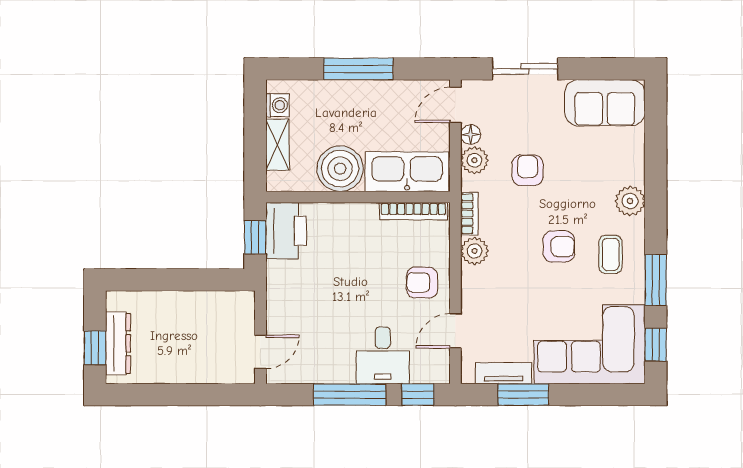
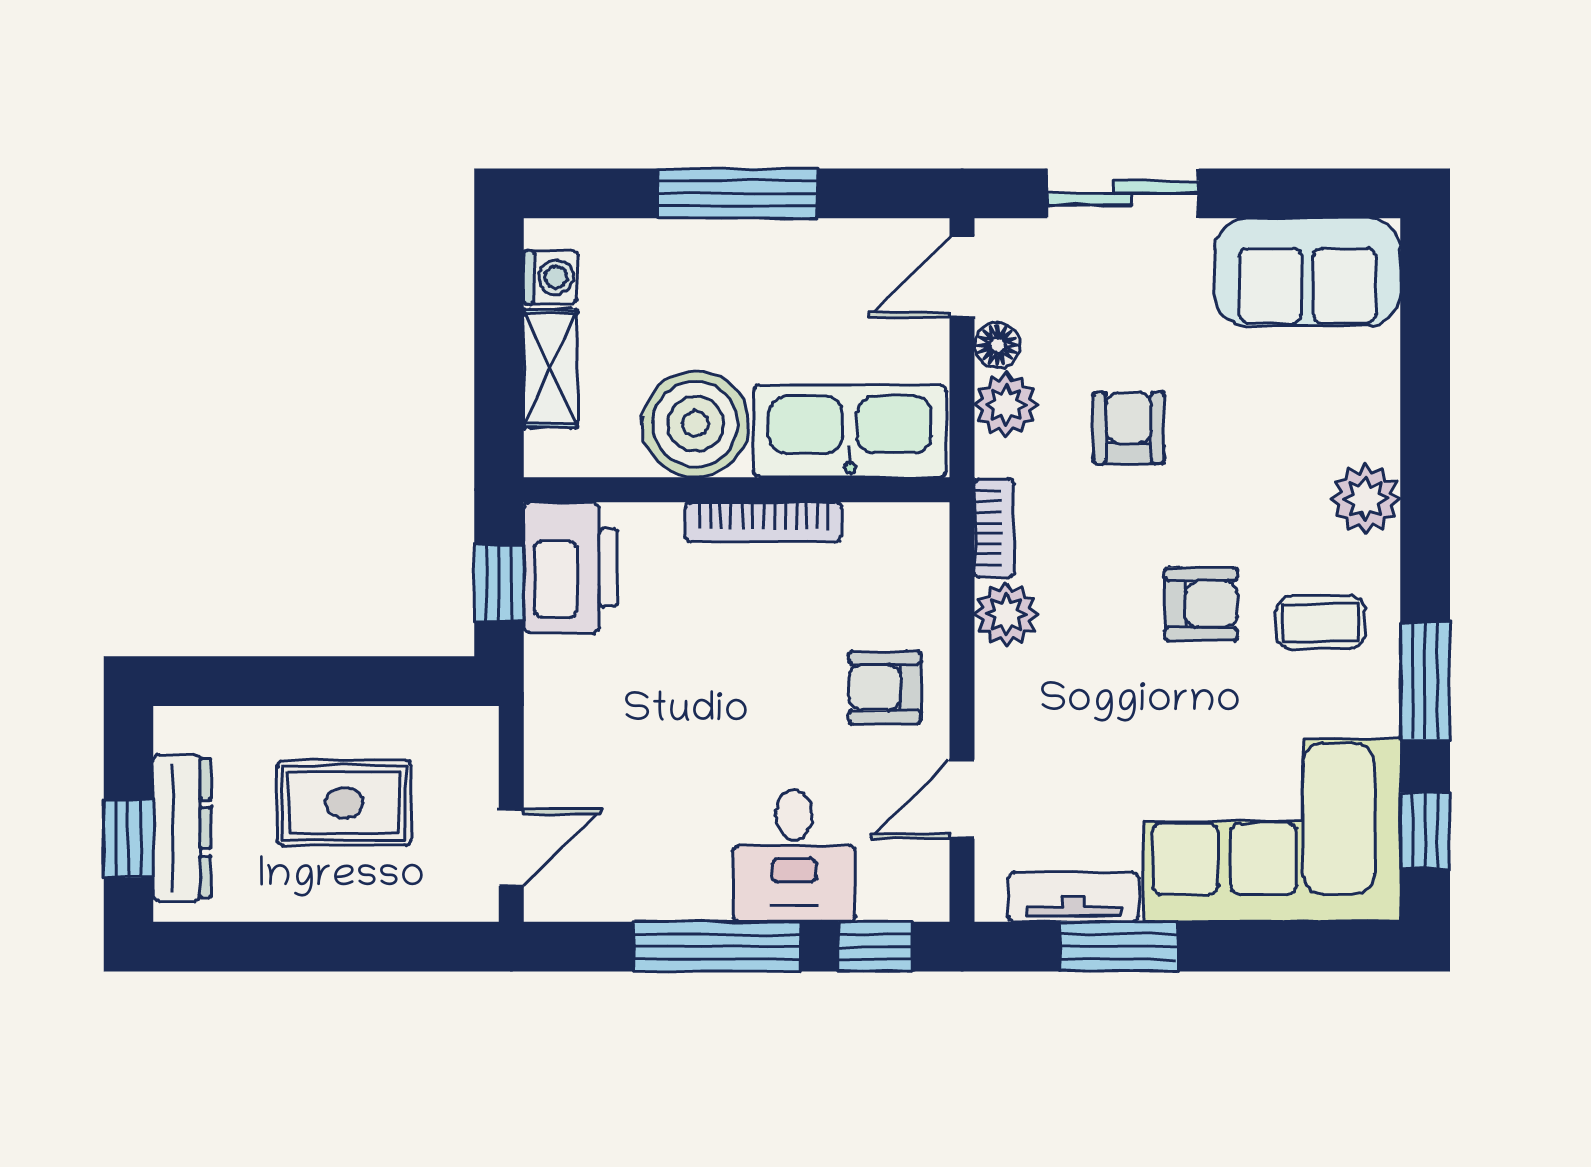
bookcase: (413, 211) -> (763, 522), moved
coffee table: (611, 254) -> (1321, 622), turned 90
rug: (188, 332) -> (344, 803), added

